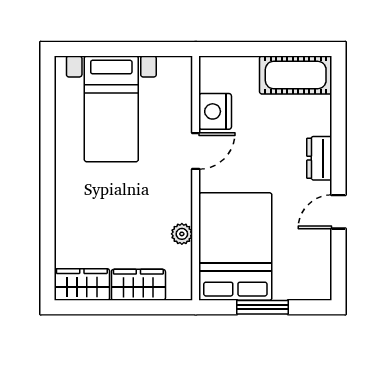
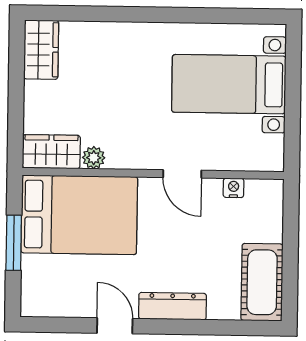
nightstand: (215, 111) -> (234, 188), width x0.53, depth x0.56
dresser: (319, 158) -> (172, 306), width x1.44
wardrobe: (138, 285) -> (51, 152), moved, turned -90

